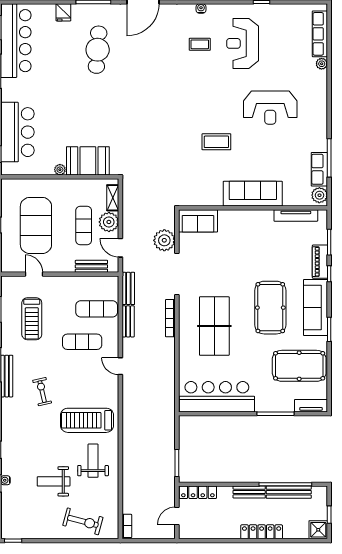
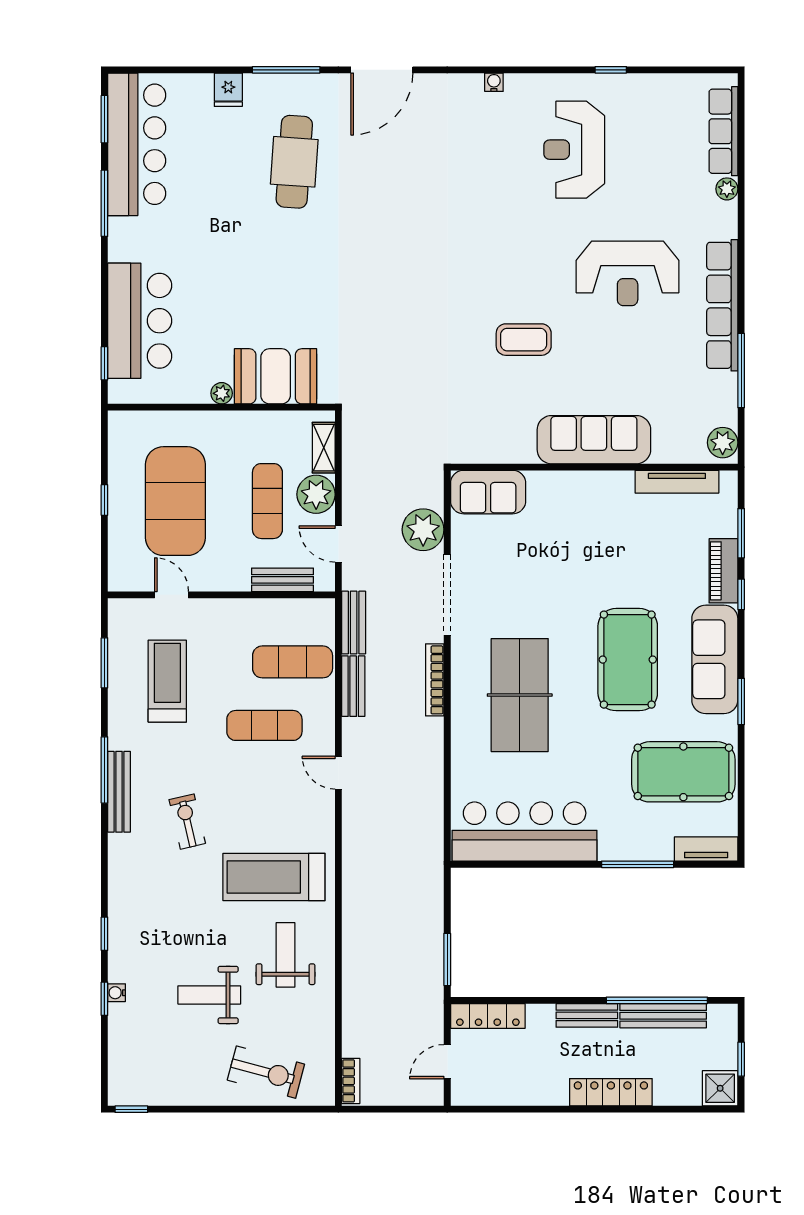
coffee table: (200, 44) -> (492, 151), removed
row of seats: (319, 169) -> (722, 305), moved, width x2.02
treadmill: (32, 319) -> (167, 681), turned 180

